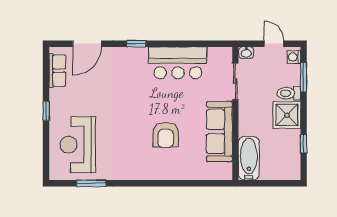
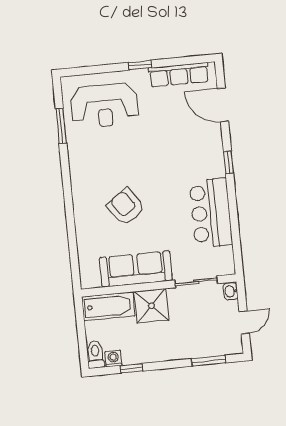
washing machine: (294, 57) -> (113, 359), moved
row of seats: (57, 71) -> (179, 75), width x1.48
toilet: (289, 93) -> (95, 355), moved
shower: (287, 115) -> (151, 306), moved
armchair: (166, 135) -> (126, 207), turned 54
reception desk: (78, 145) -> (104, 106), turned 180

